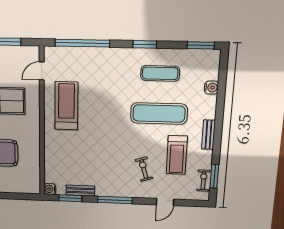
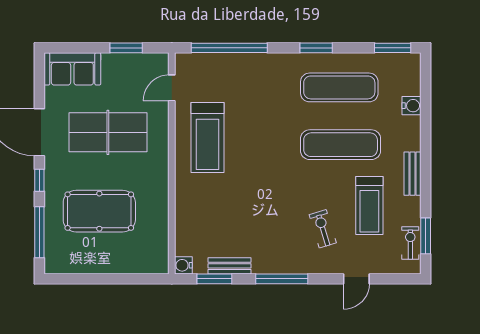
exercise mat: (160, 73) -> (339, 87), width x1.36, depth x1.45
treadmill: (66, 106) -> (208, 137), turned 180

